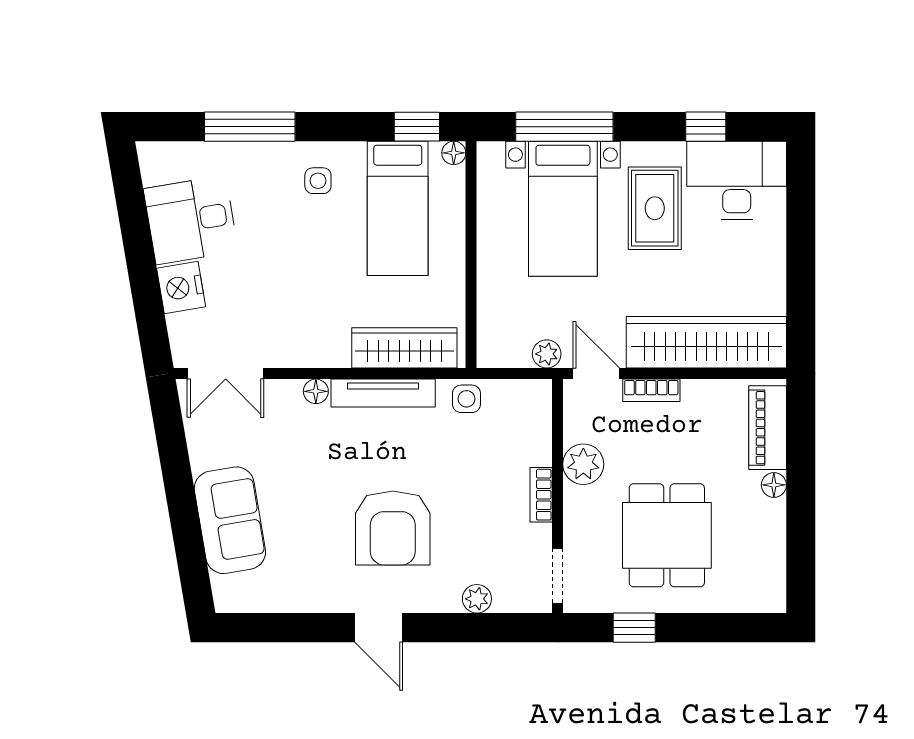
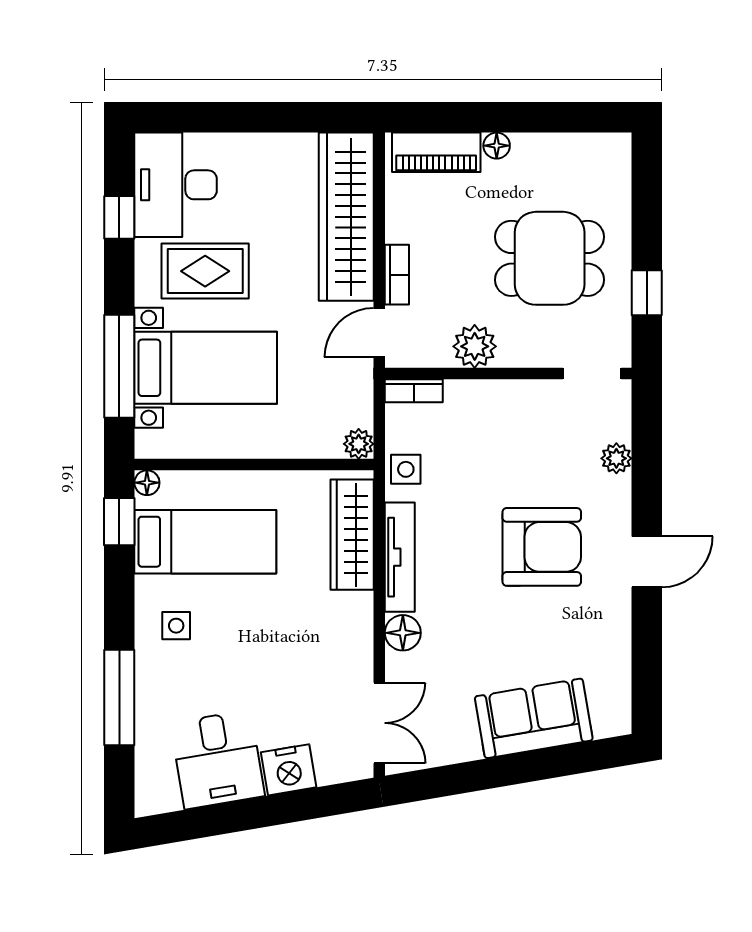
plant: (547, 354) -> (359, 444), moved
floor lamp: (316, 391) -> (403, 633), width x1.37, depth x1.37
bookcase: (541, 495) -> (414, 391), moved

